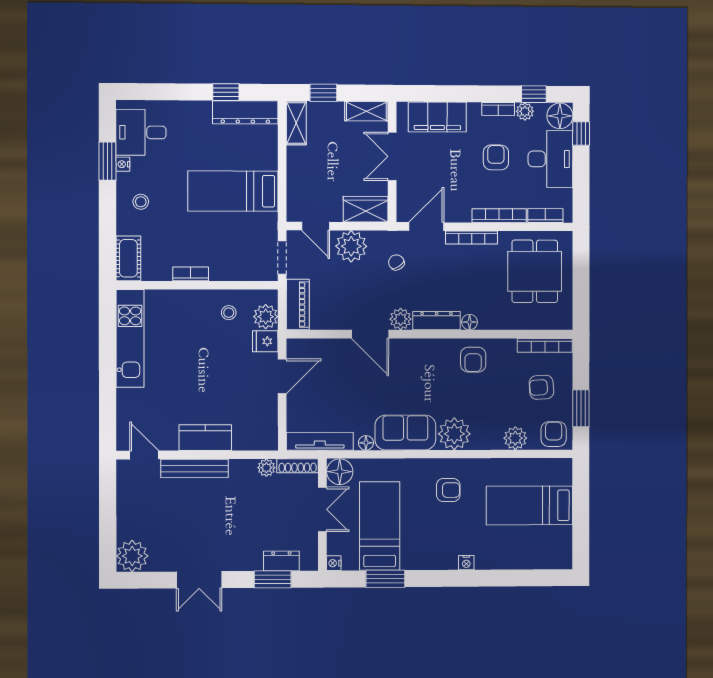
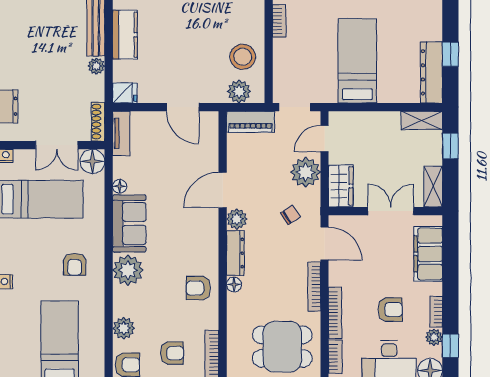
stool: (229, 313) -> (243, 57), width x1.89, depth x1.89
fridge: (265, 341) -> (125, 93), moved, turned 90
armchair: (541, 387) -> (172, 353), turned 94
tv unit: (320, 441) -> (121, 133), width x0.71
plant: (266, 468) -> (96, 66), moved

